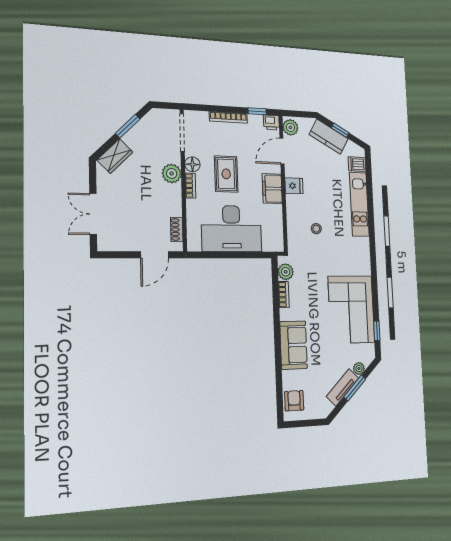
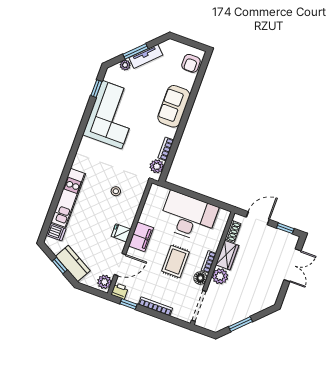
wardrobe: (115, 156) -> (227, 255), moved, turned 135
window: (118, 255) -> (285, 228), added

